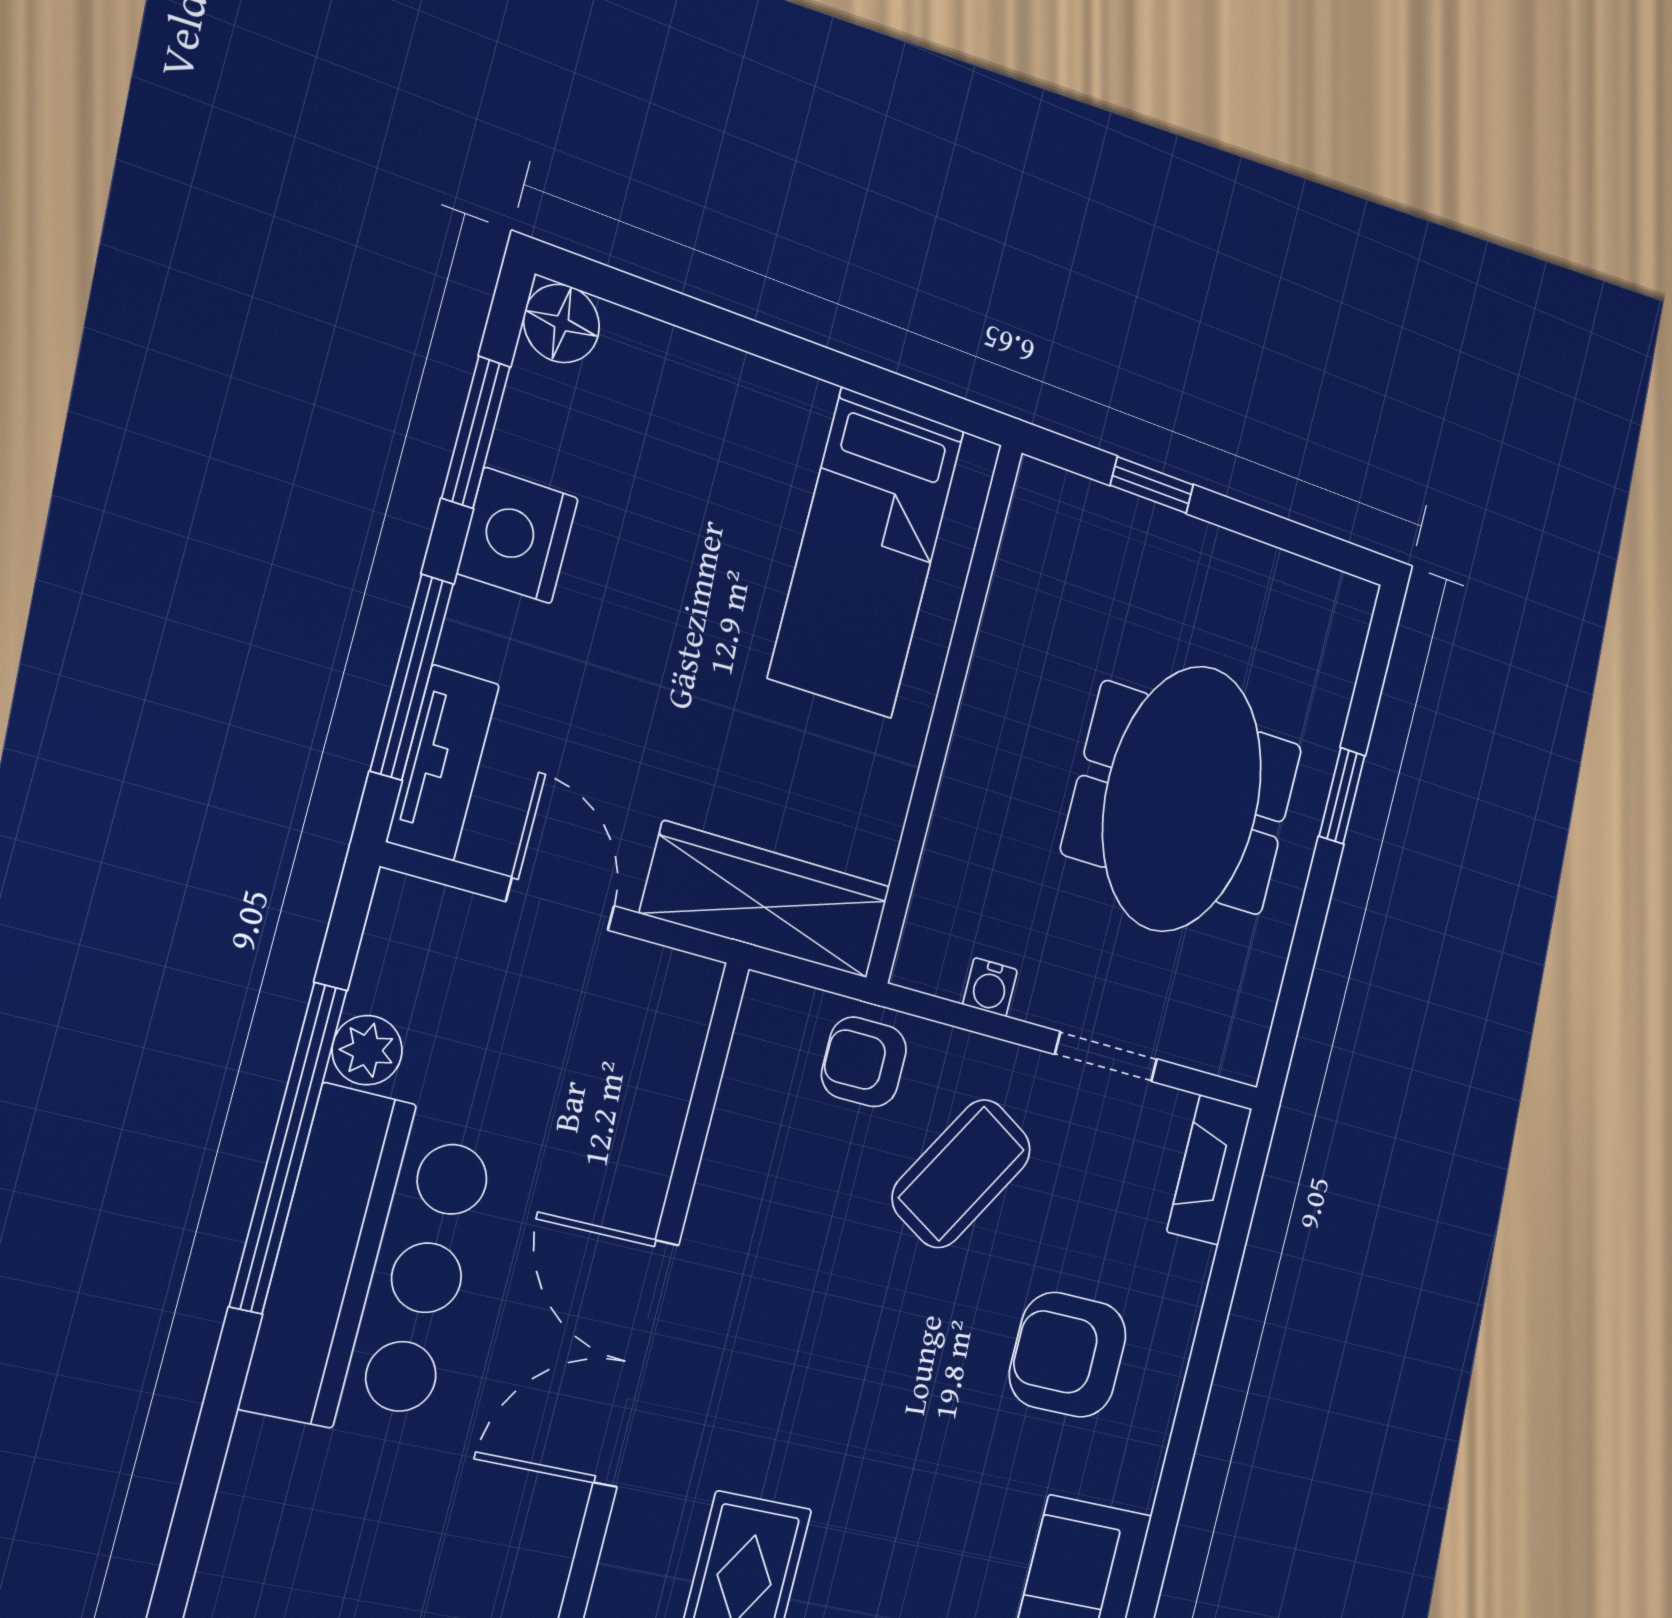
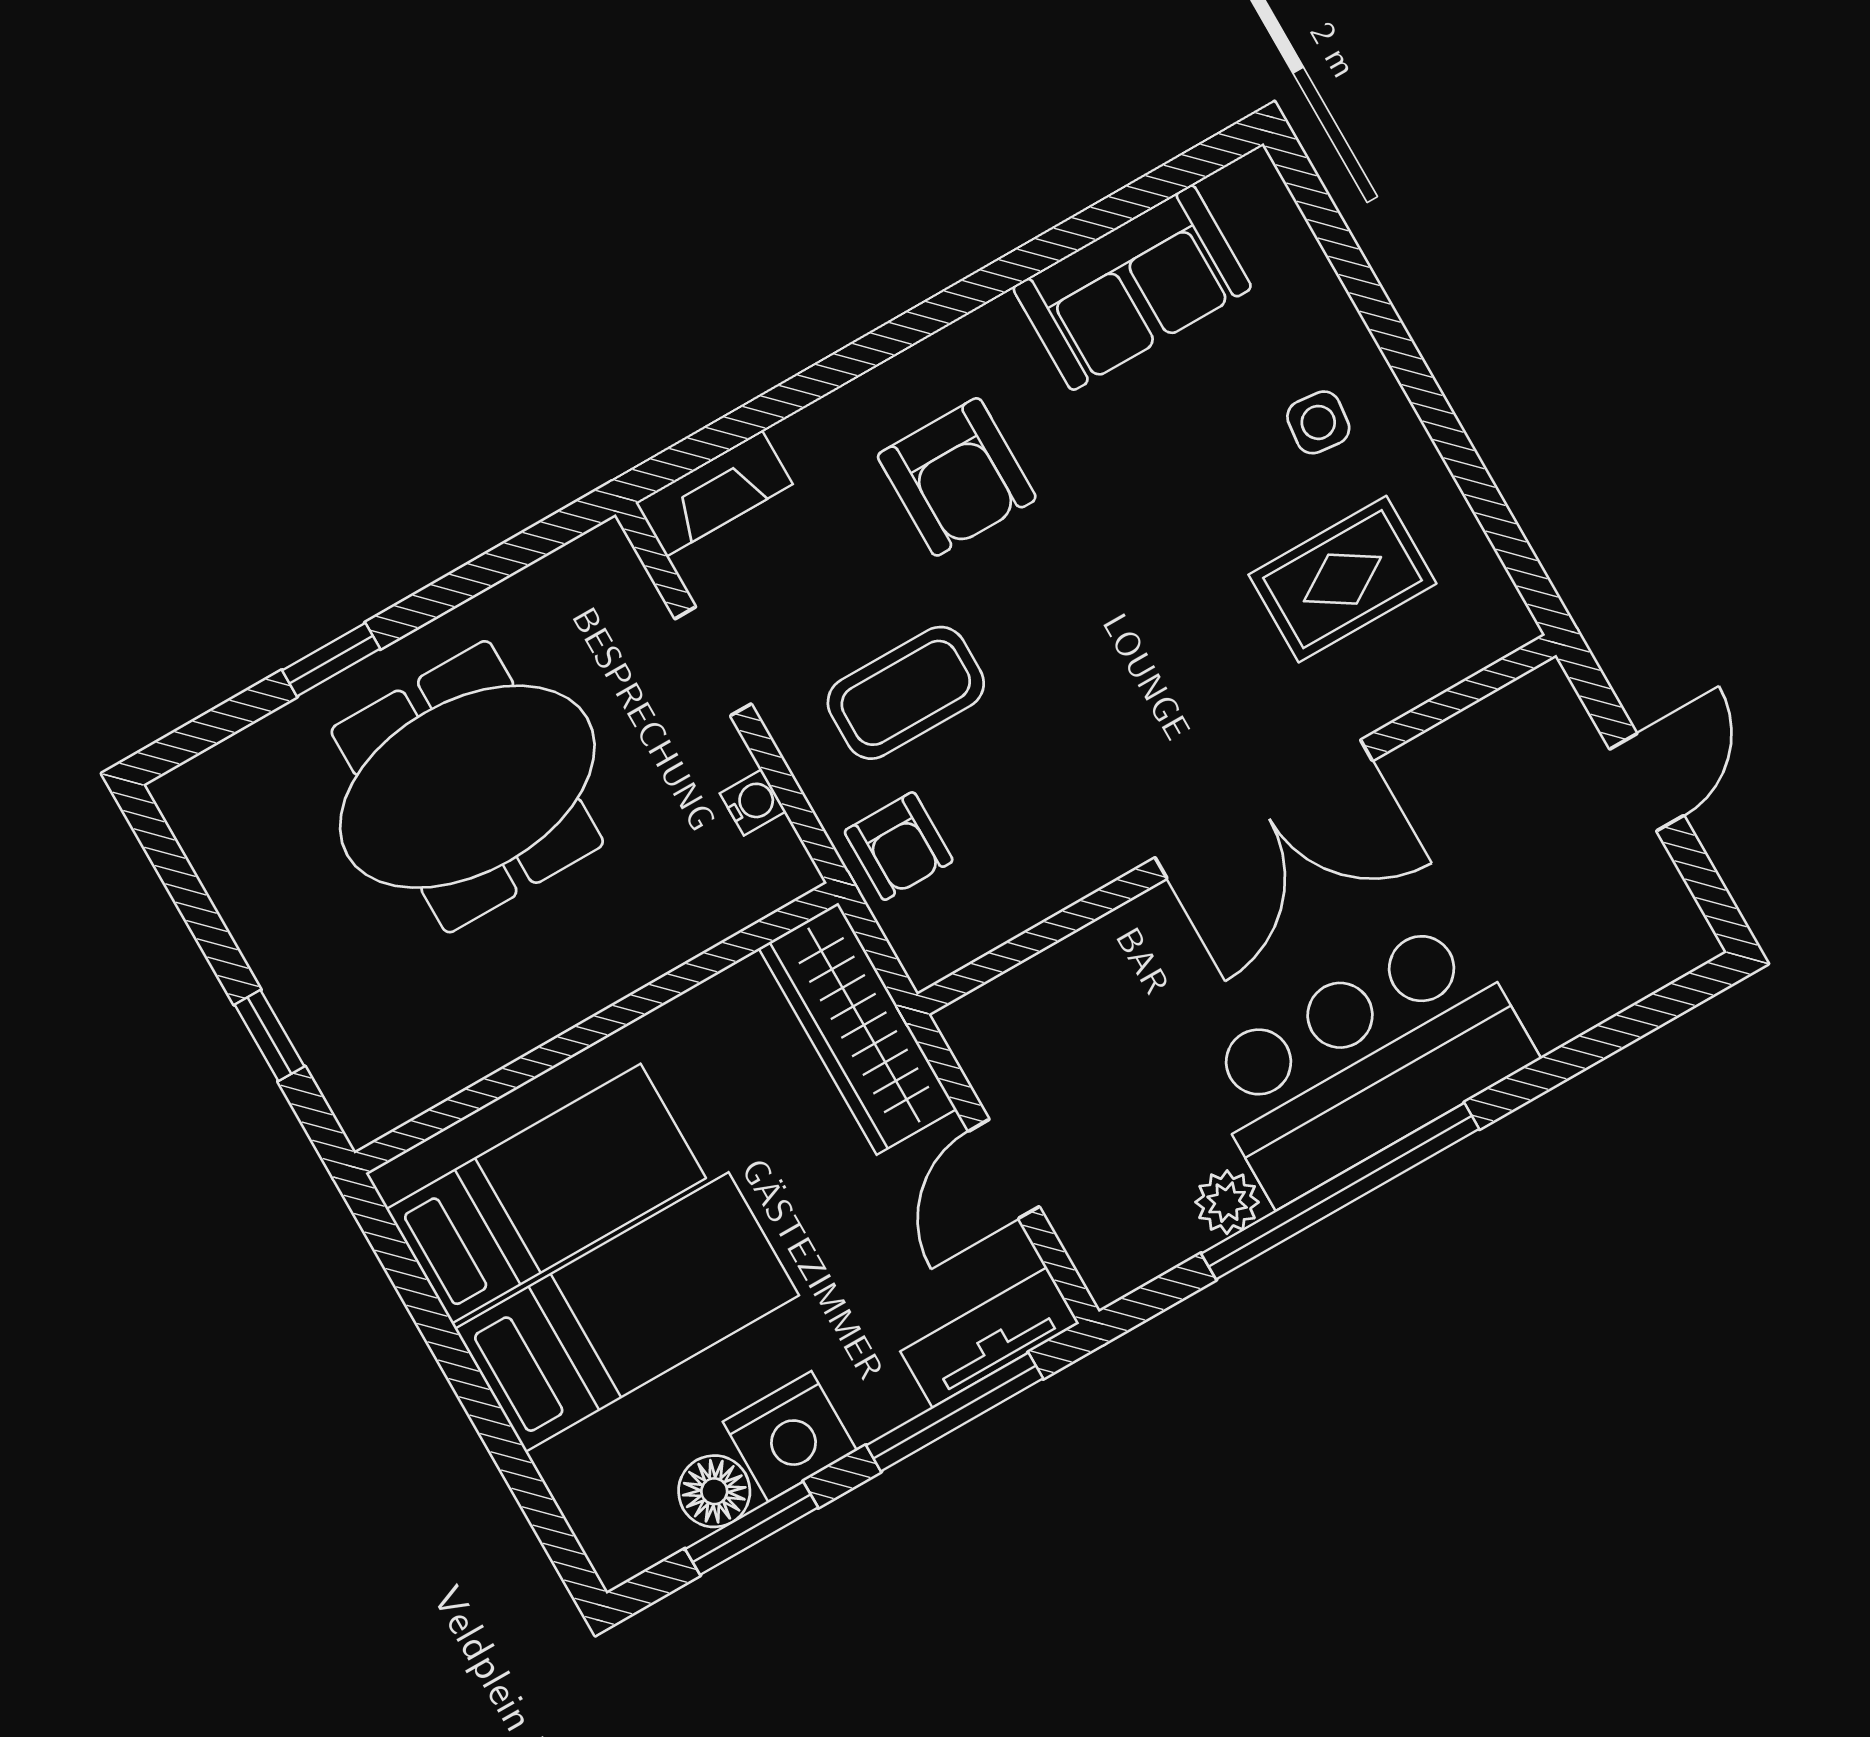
floor lamp: (562, 323) -> (714, 1491), moved
bed: (727, 518) -> (627, 1312), added
coffee table: (961, 1174) -> (906, 693), turned -31

